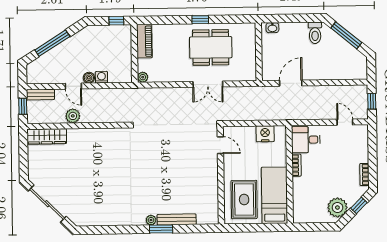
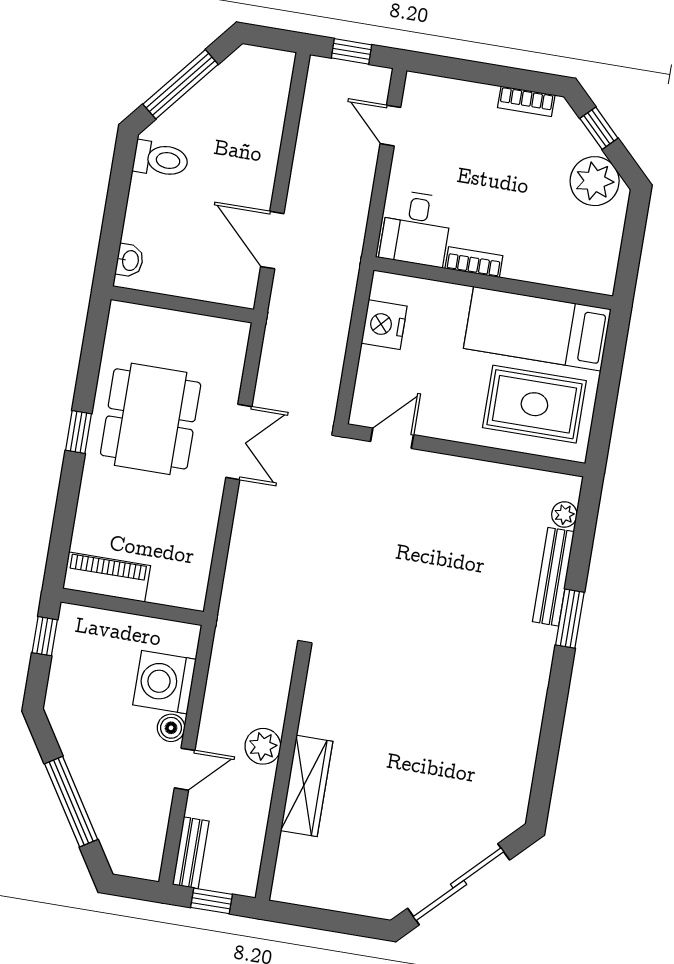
washing machine: (101, 77) -> (164, 682), width x1.89, depth x1.89
plant: (143, 77) -> (193, 597), removed
plant: (73, 116) -> (263, 746), moved
door: (345, 122) -> (390, 126), hinge flipped
wardrobe: (47, 136) -> (307, 786), moved
plant: (151, 220) -> (564, 515), moved

